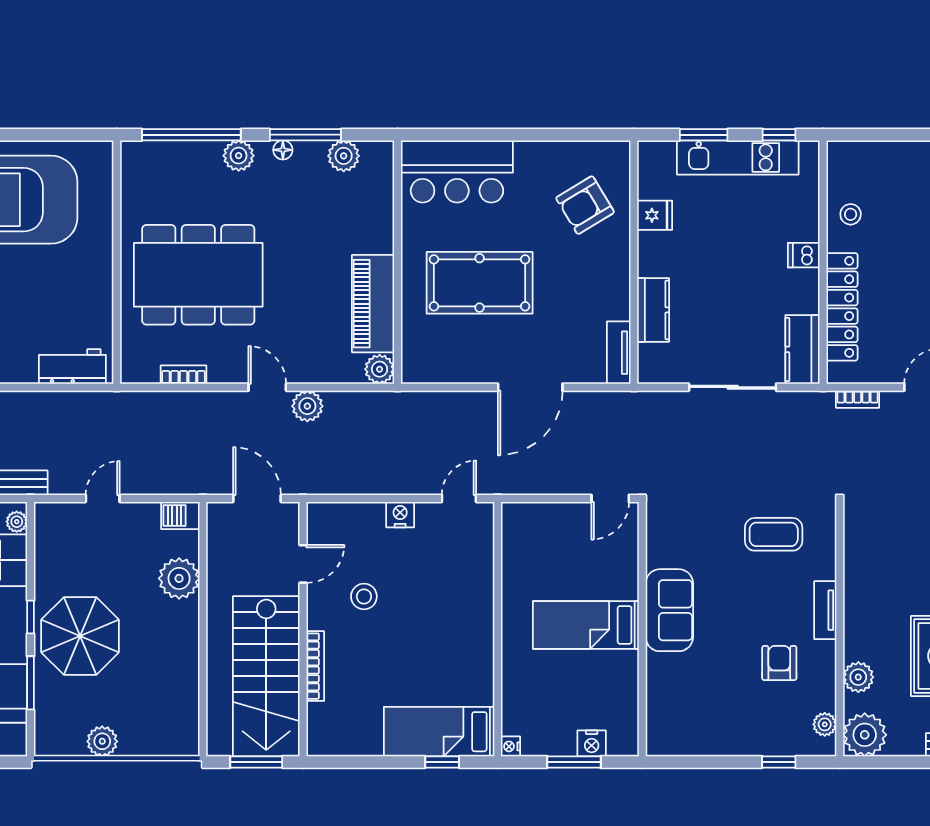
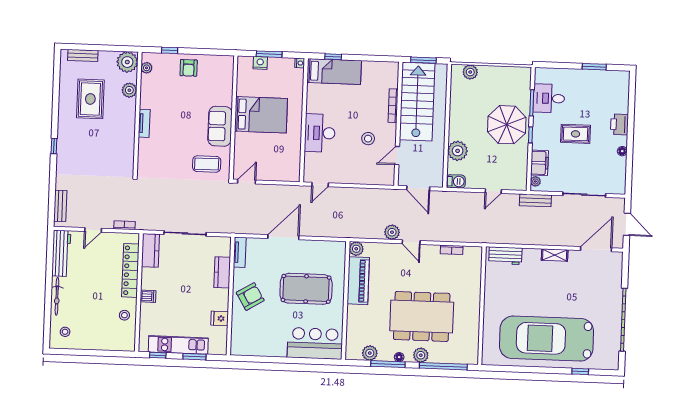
armchair: (585, 205) -> (250, 297), moved
dining table: (198, 275) -> (422, 316), moved
nightstand: (400, 515) -> (349, 178), removed
coffee table: (774, 534) -> (207, 164), moved
desk: (464, 604) -> (320, 133), added
bed: (586, 625) -> (261, 115), width x1.50
armchair: (779, 663) -> (189, 68), moved
plant: (102, 741) -> (470, 72), moved

